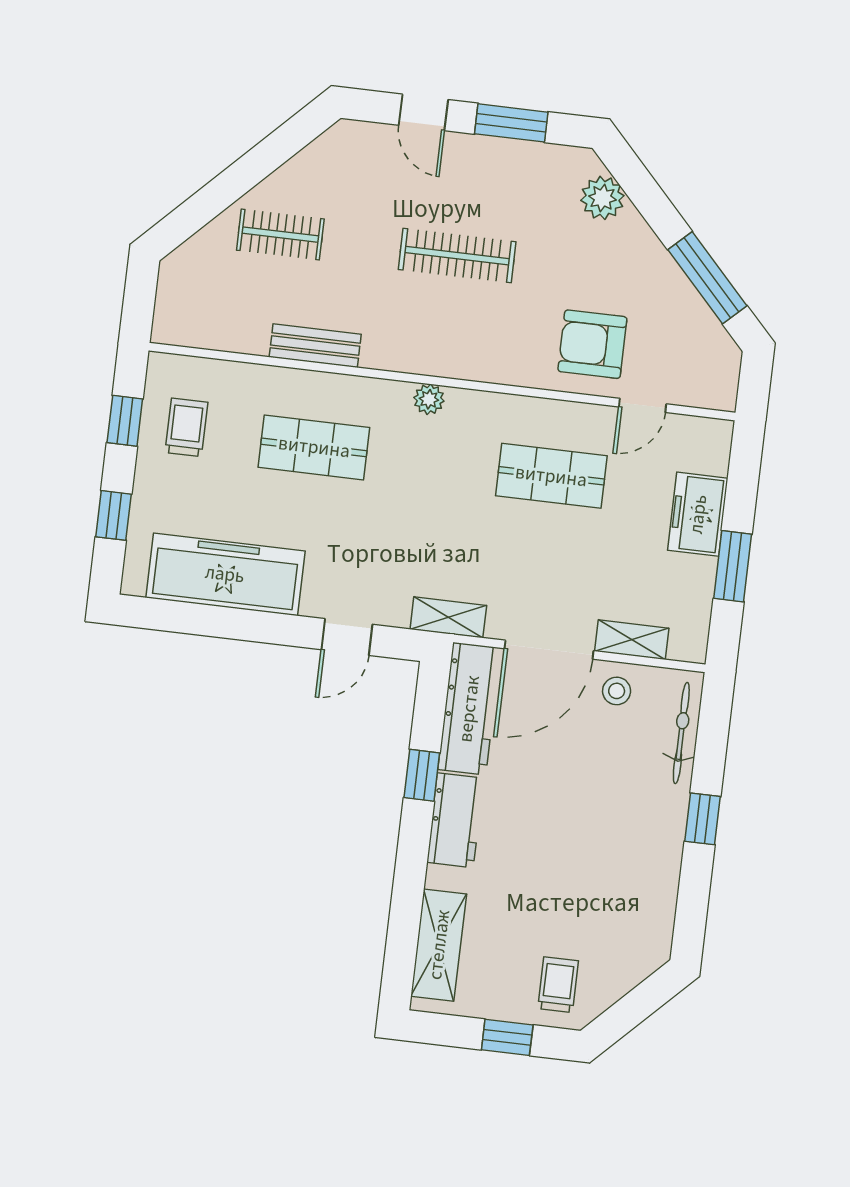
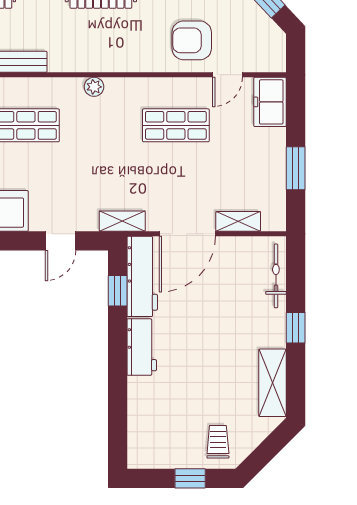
freezer: (698, 514) -> (270, 102), moved
stool: (617, 691) -> (233, 255), removed
window: (422, 775) -> (118, 291), moved
shelving: (439, 945) -> (272, 383), moved

